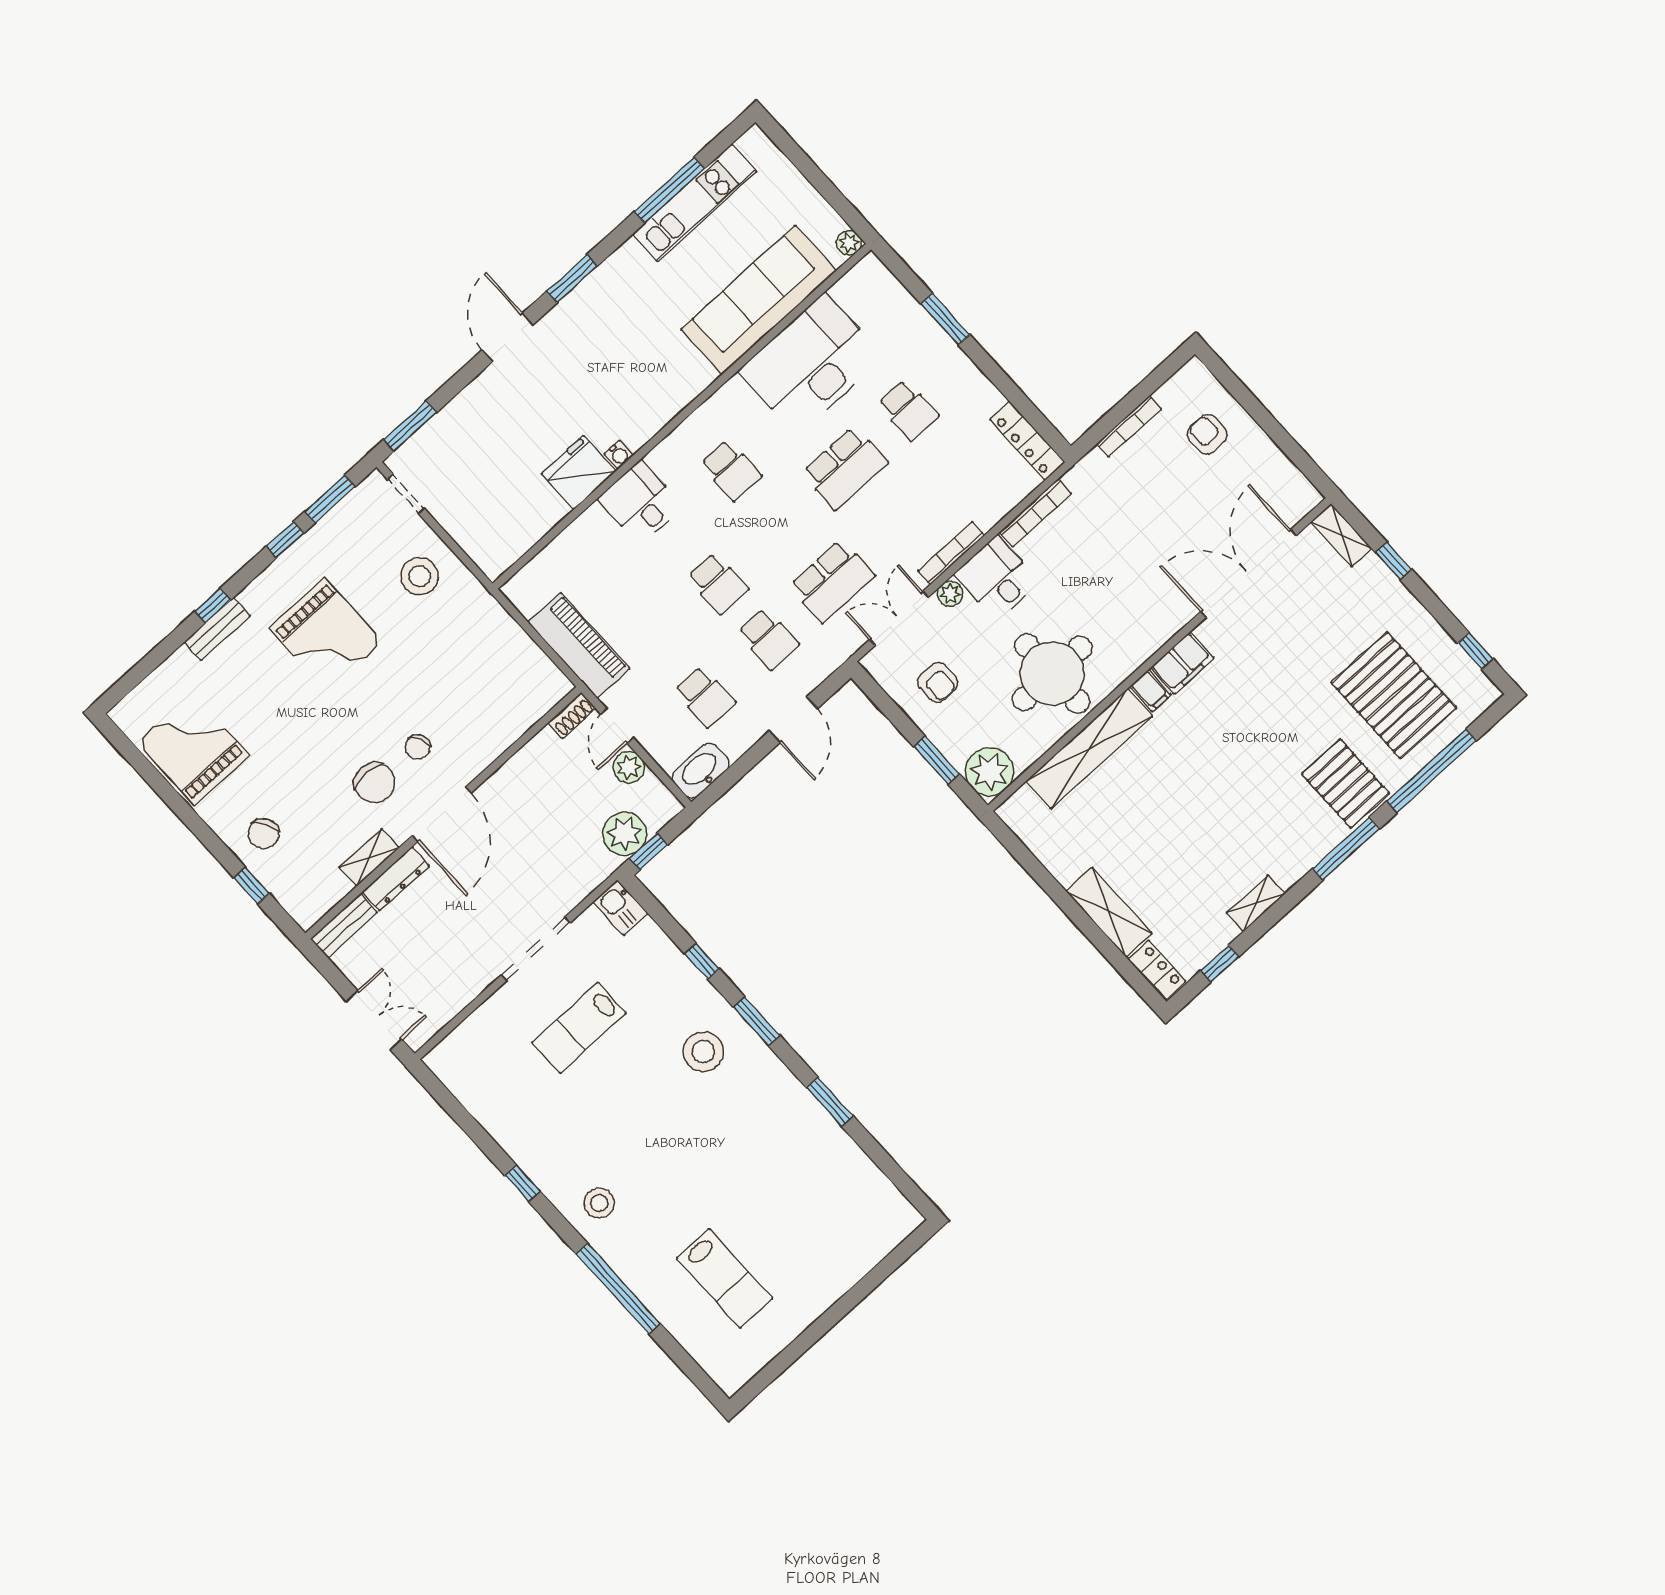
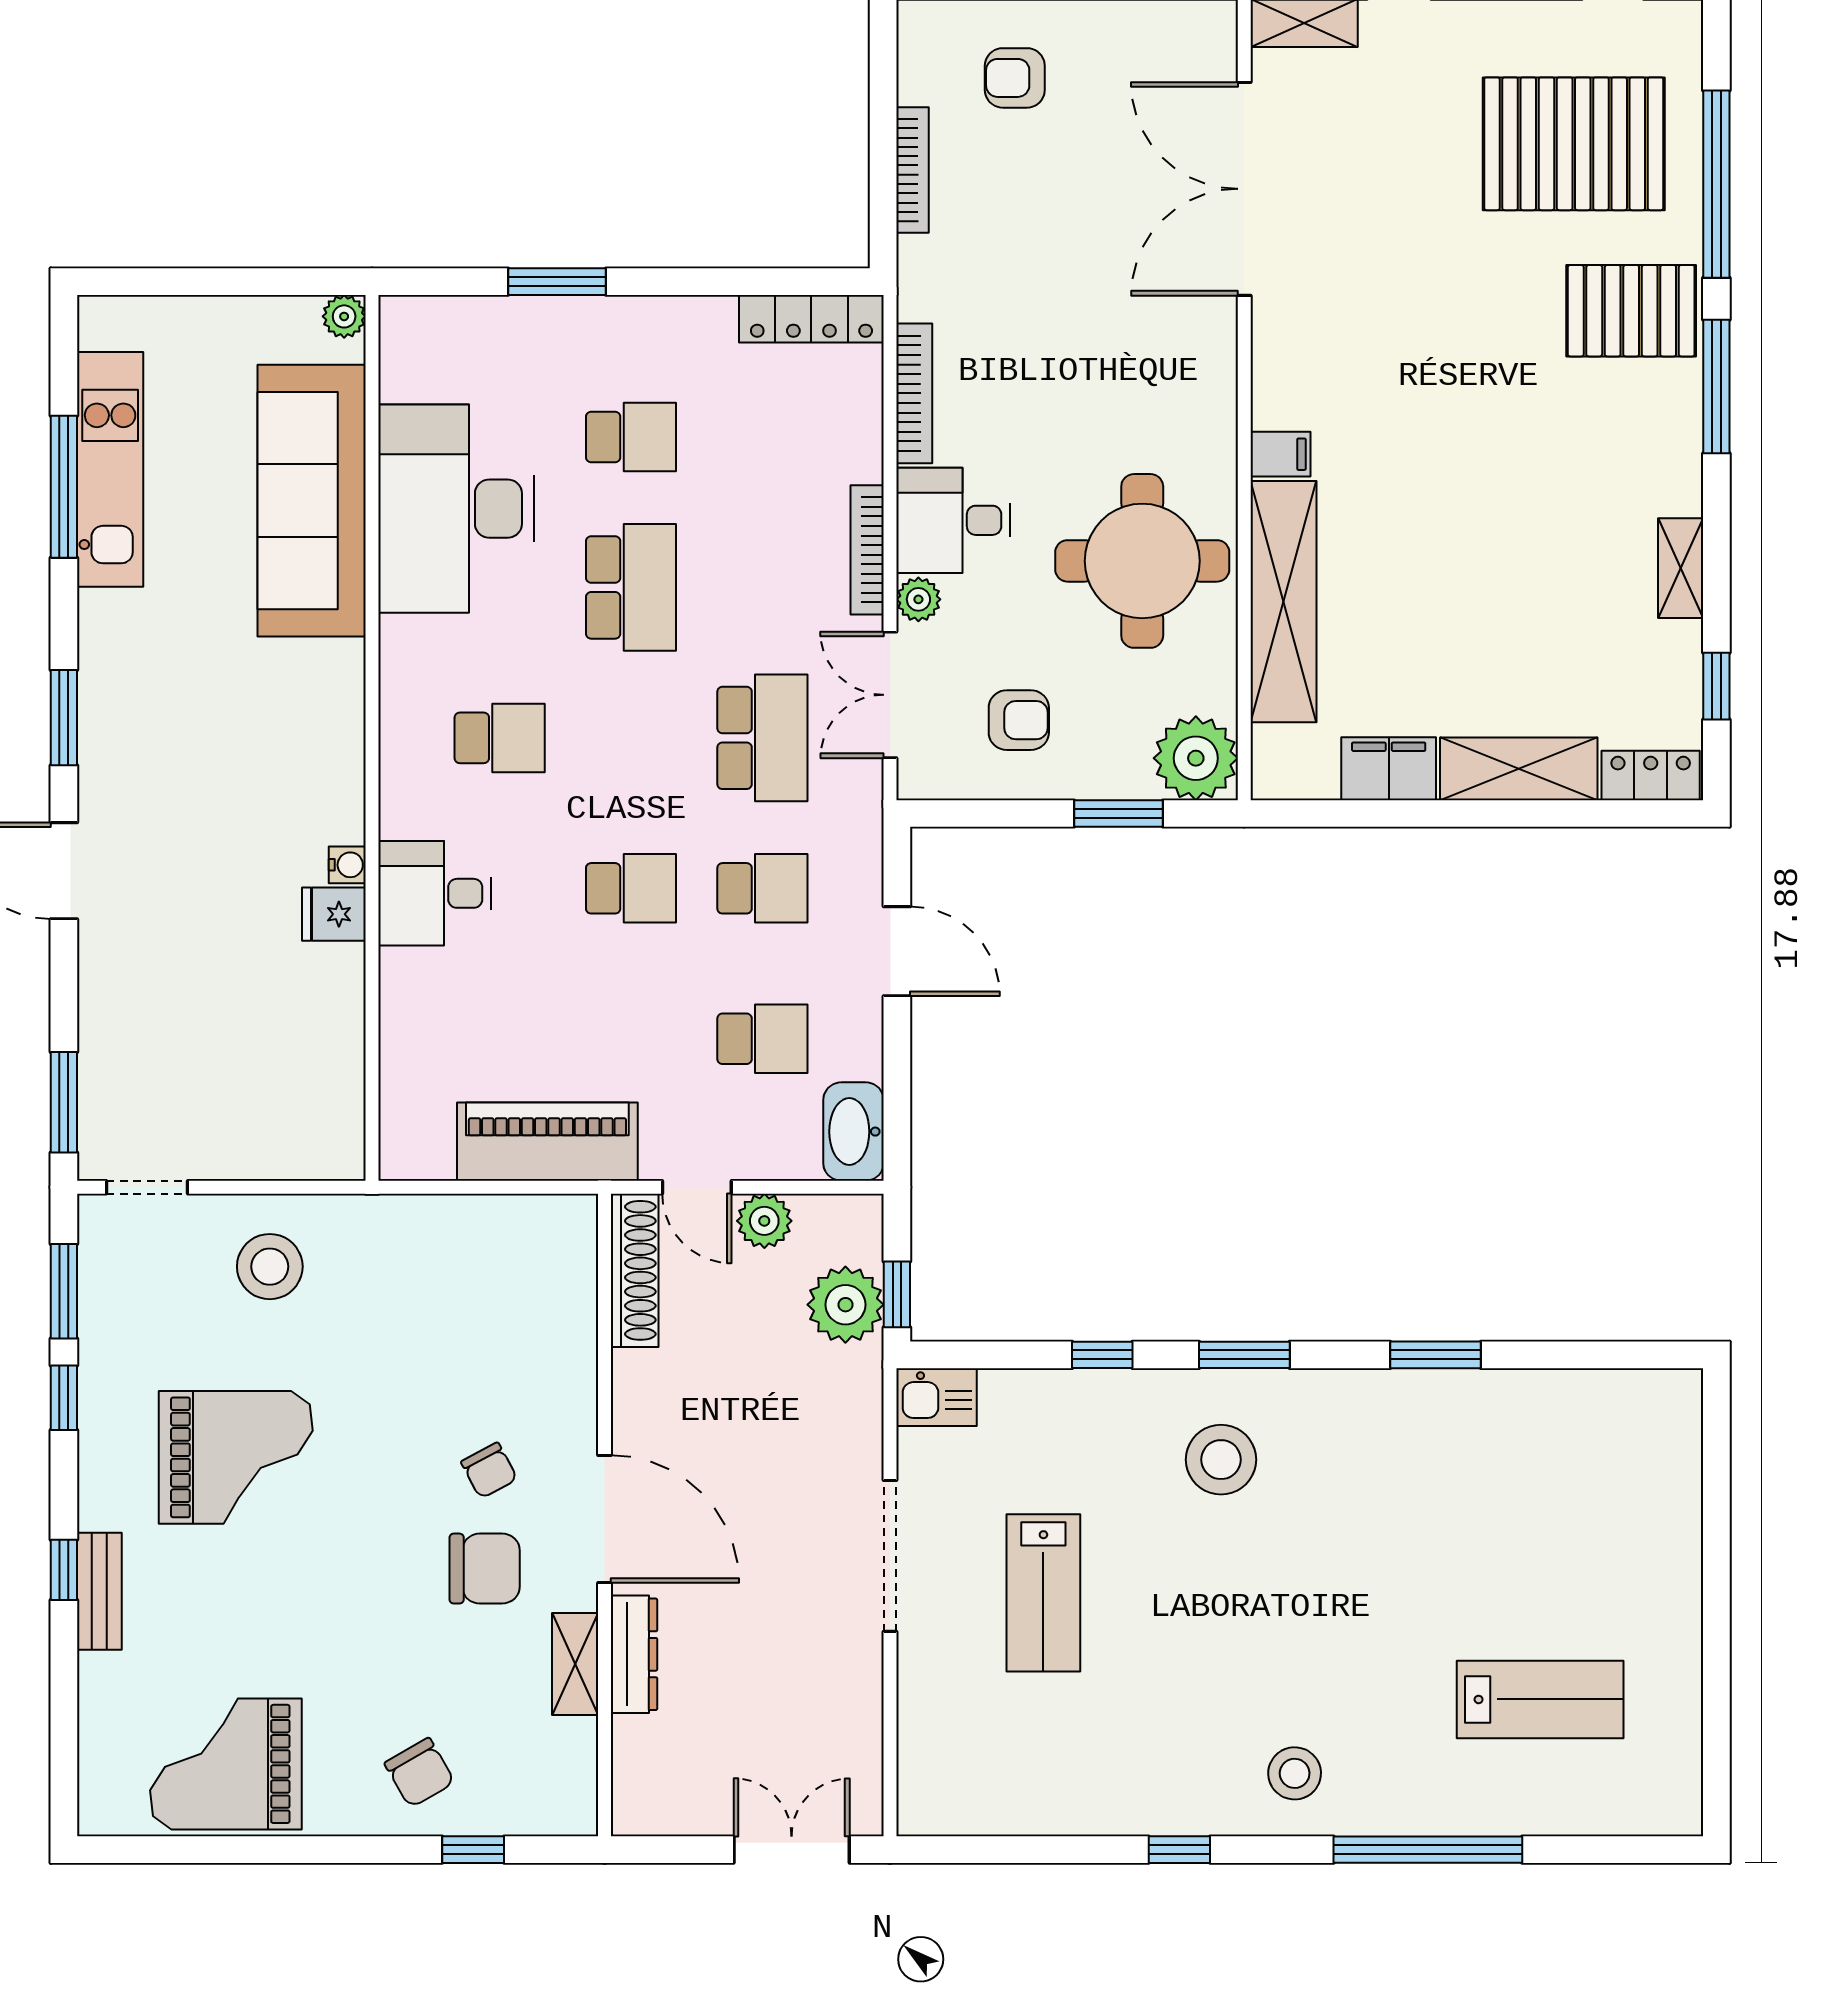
fridge: (579, 472) -> (334, 914), width x0.53, depth x0.75
filing cabinet: (1182, 663) -> (1389, 769), moved, turned -90
shoe rack: (572, 715) -> (635, 1270), width x1.94, depth x1.24
bench: (344, 926) -> (634, 1777), removed

